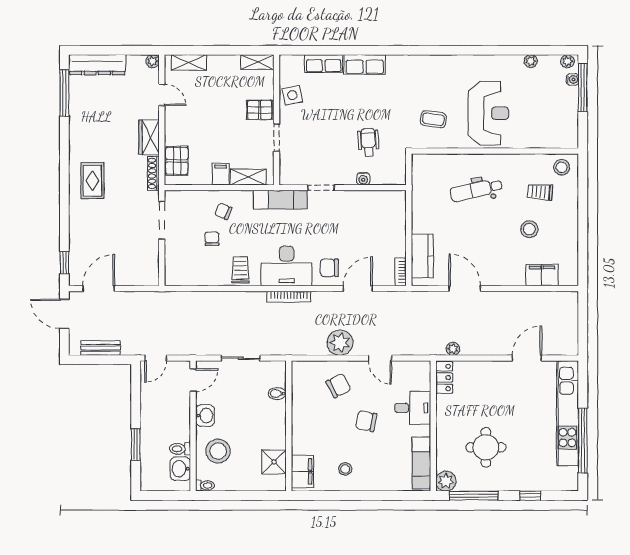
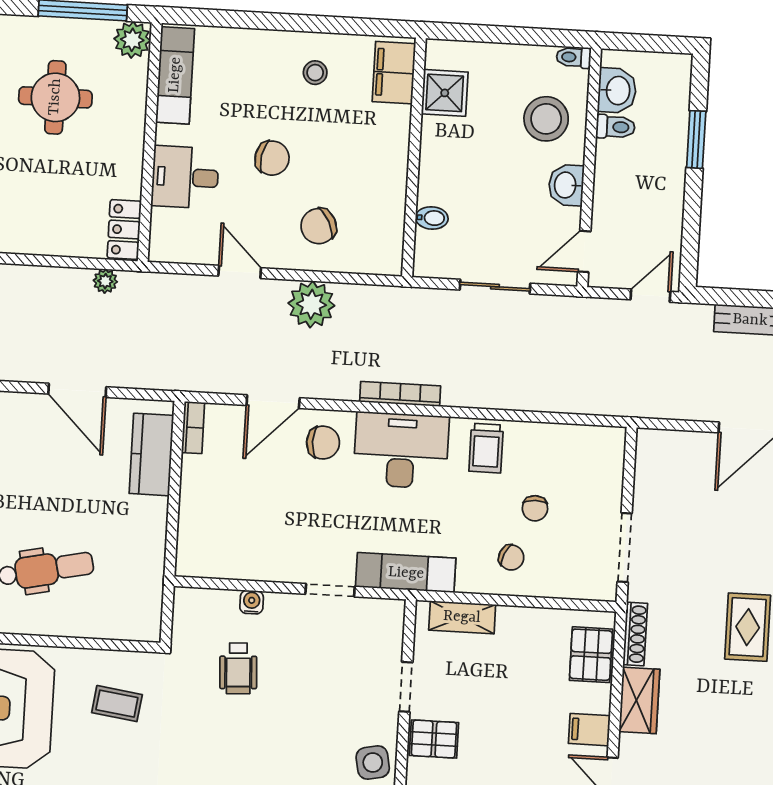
filing cabinet: (221, 174) -> (589, 730), moved, turned 90

